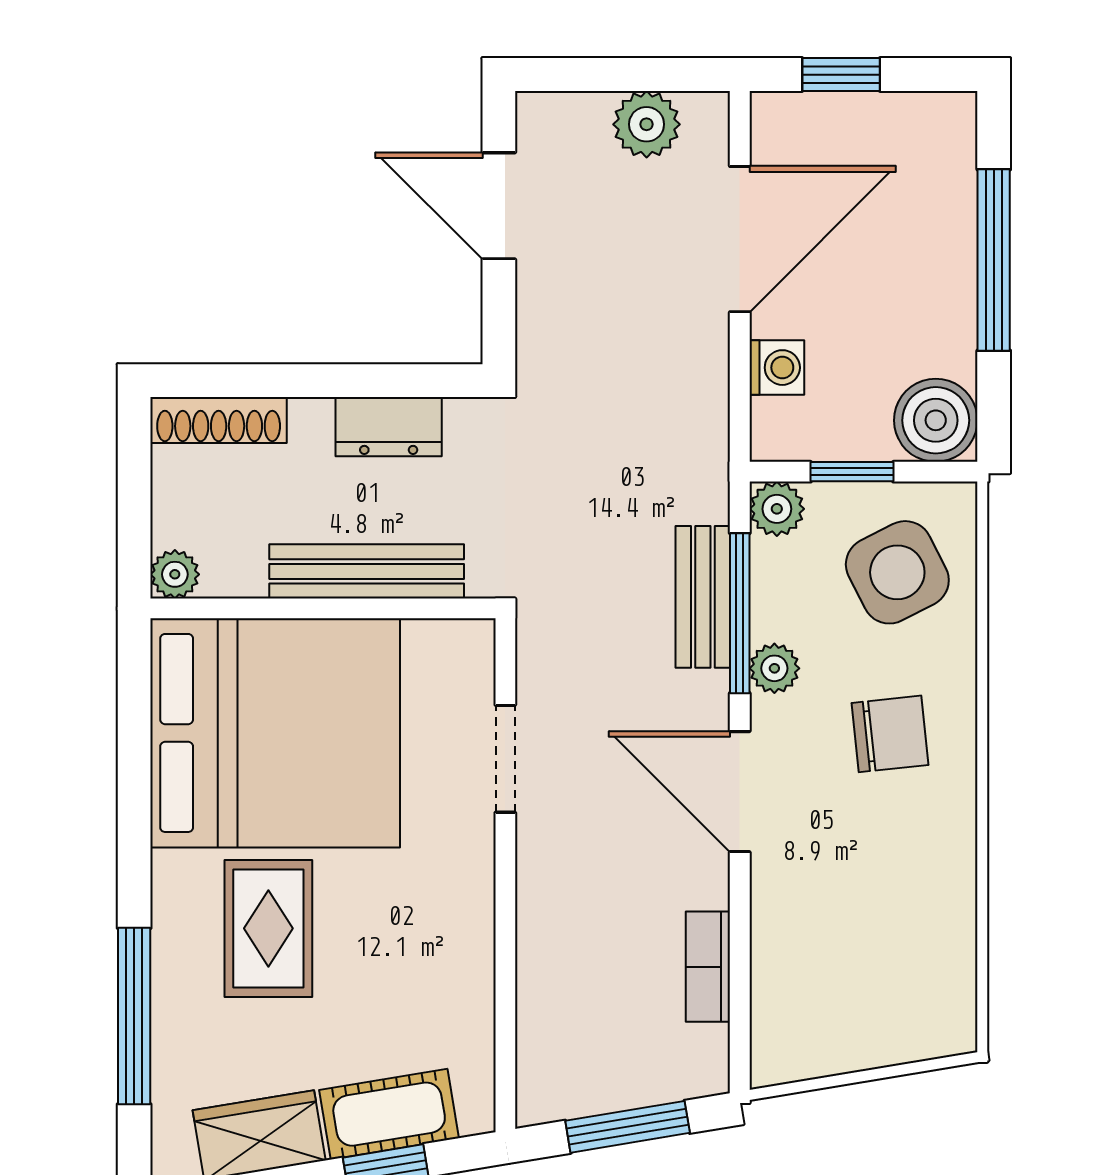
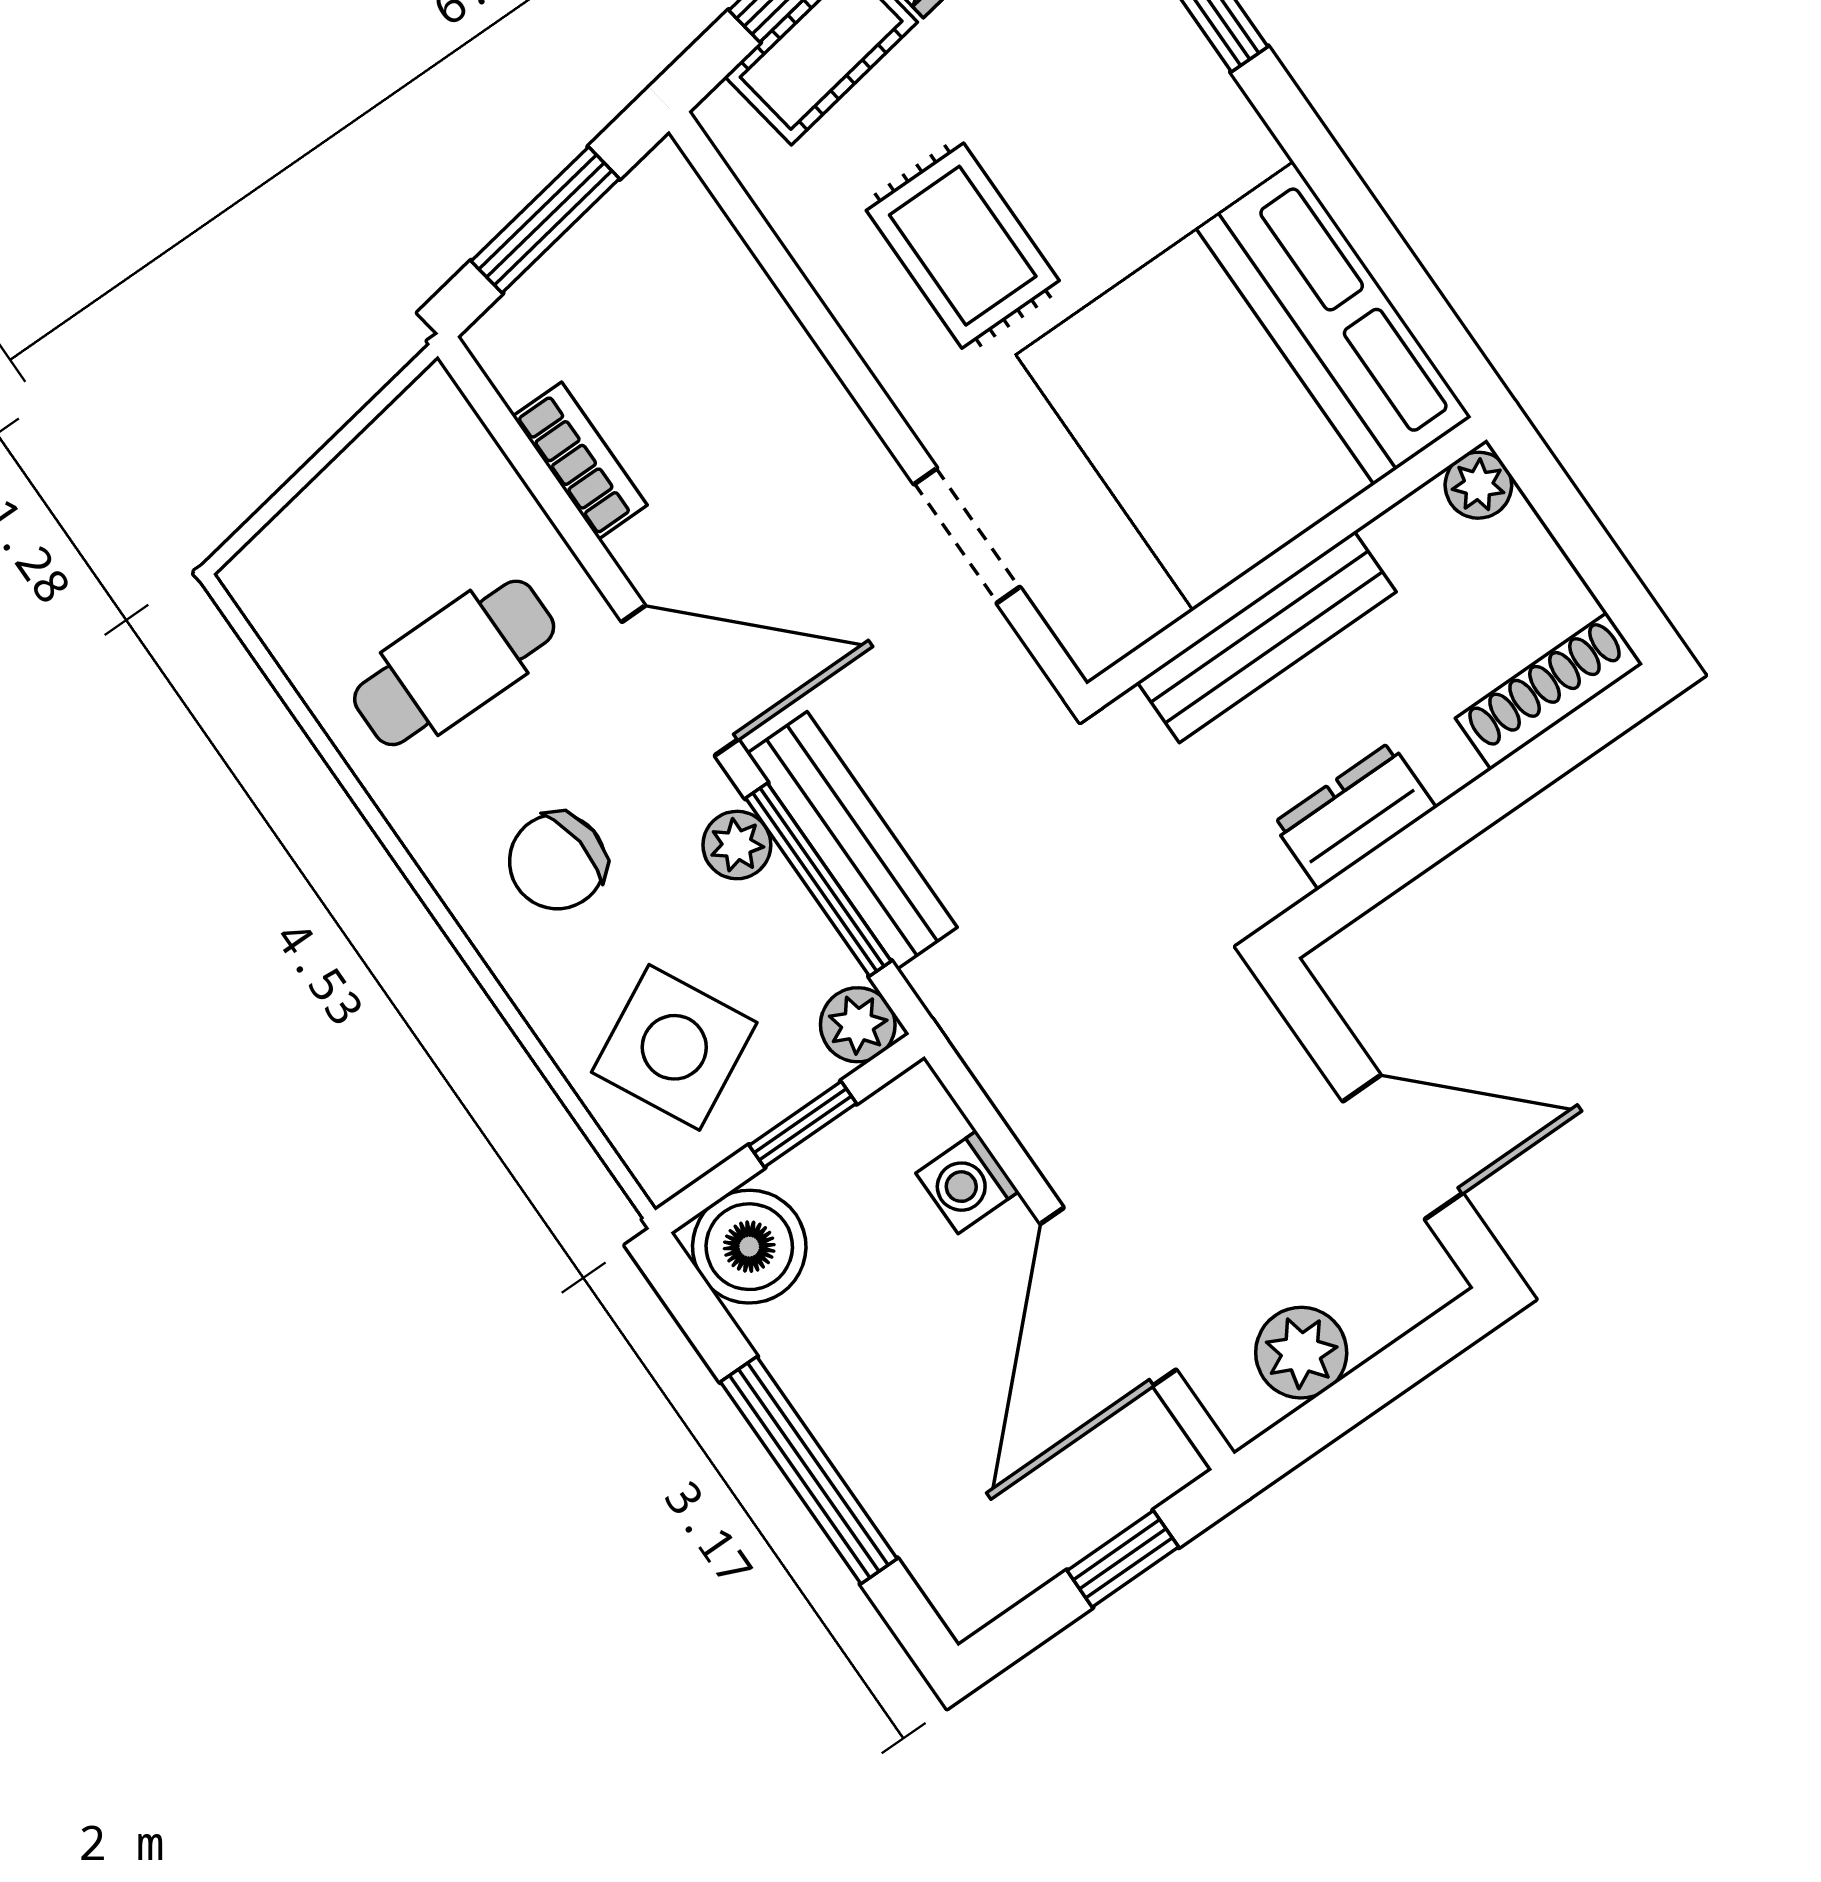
bench: (703, 597) -> (852, 840), width x1.36
cafe table: (869, 897) -> (454, 663), added
rug: (268, 928) -> (963, 246), moved

